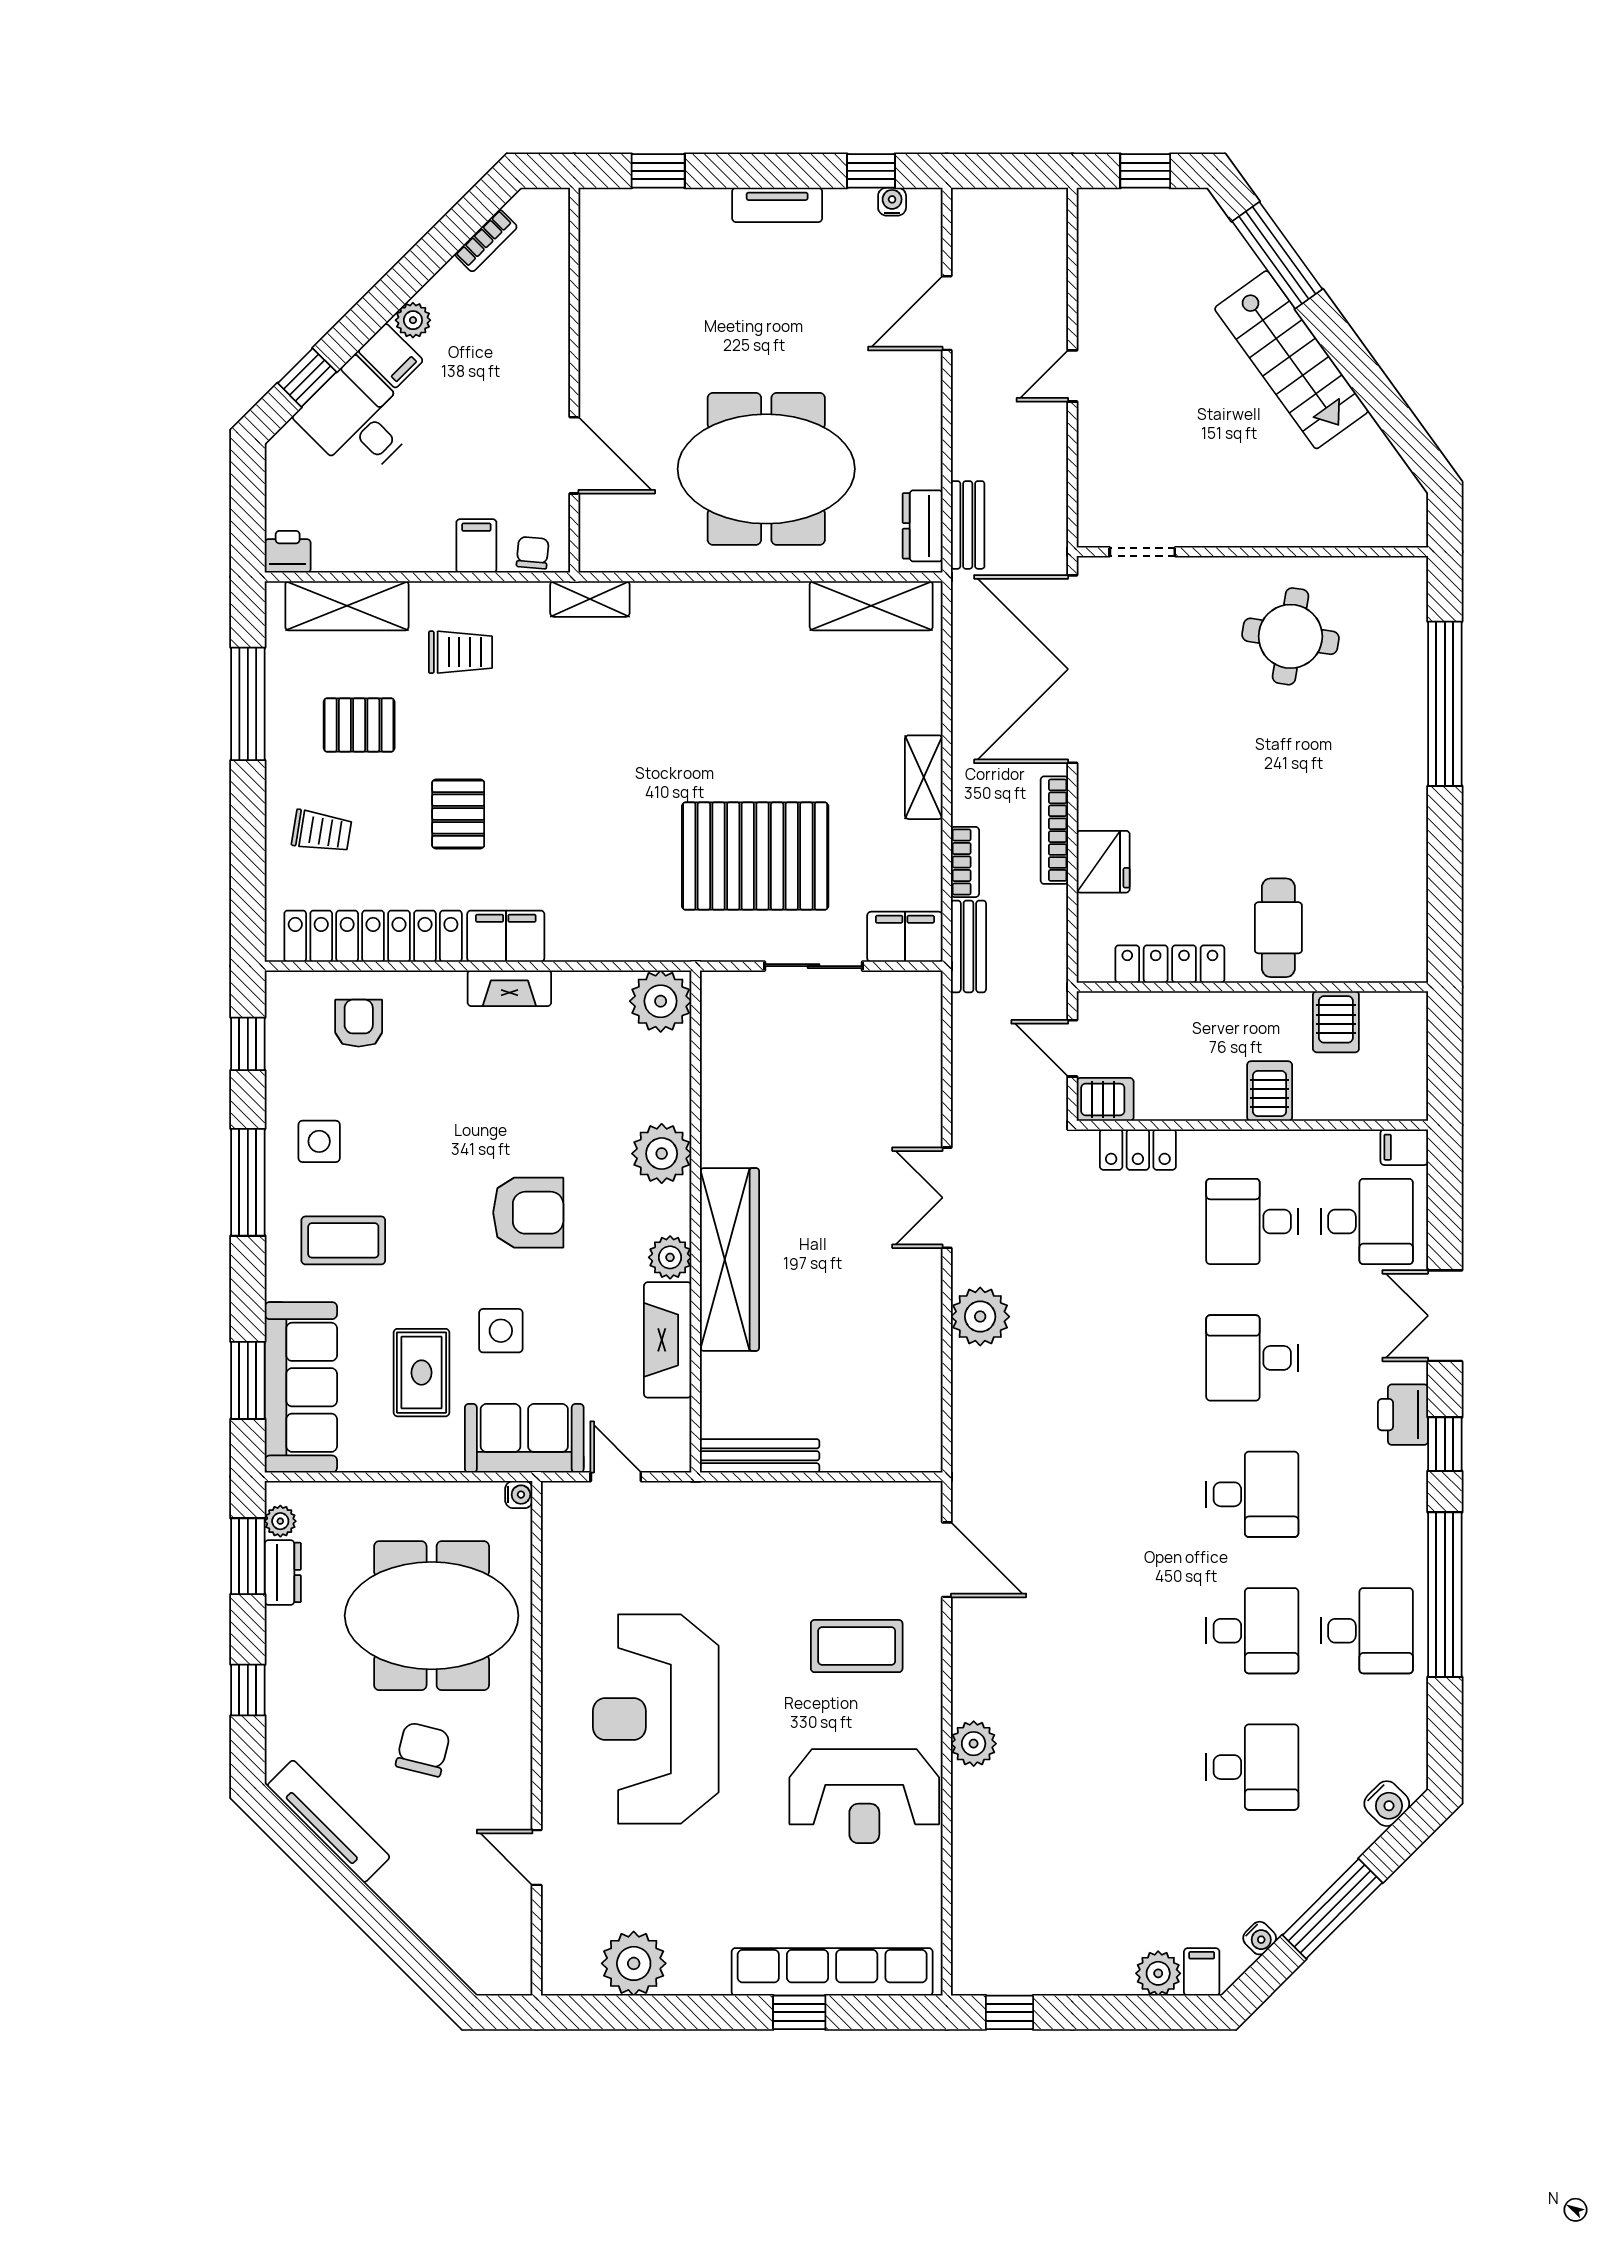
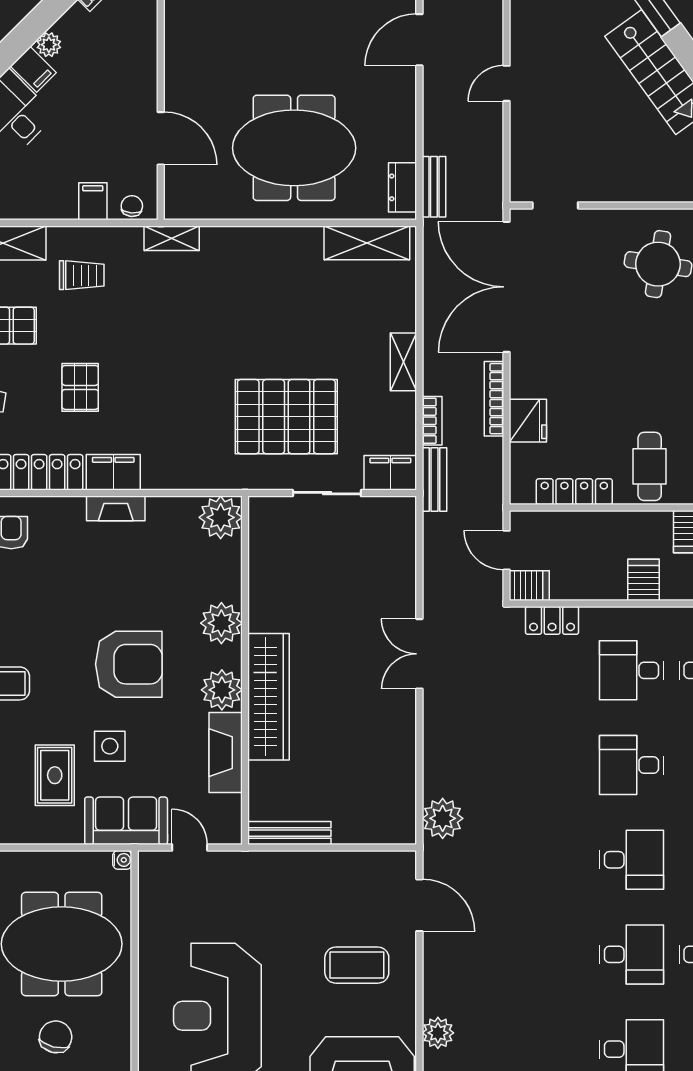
armchair: (528, 1213) -> (129, 664), width x1.36, depth x1.36
plant: (670, 1257) -> (222, 690), width x1.36, depth x1.36
plant: (980, 1317) -> (443, 818), moved

